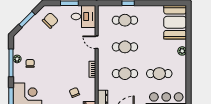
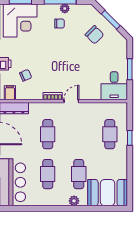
chair: (50, 20) -> (94, 35), moved
door: (97, 42) -> (71, 101), moved
cafe table: (125, 47) -> (79, 174), moved

